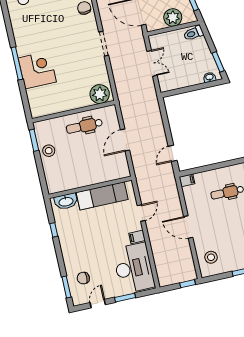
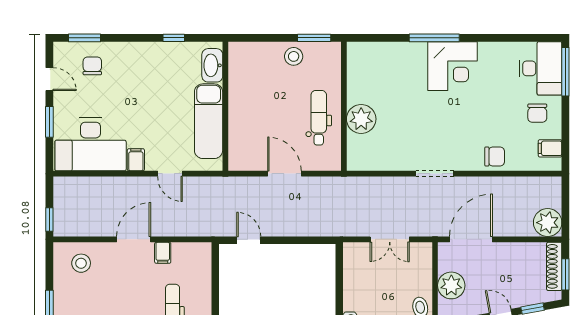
corner desk: (37, 70) -> (453, 66), moved
plant: (100, 94) -> (361, 119), moved
filing cabinet: (187, 180) -> (163, 253), moved

